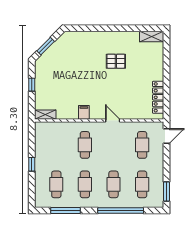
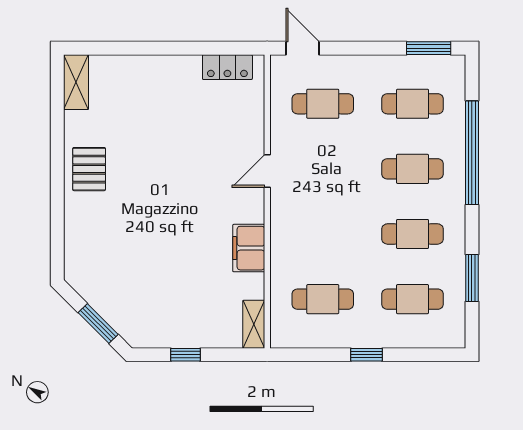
pallet: (116, 61) -> (89, 169), moved
locker: (158, 97) -> (227, 67), width x0.66
filing cabinet: (84, 112) -> (249, 248), width x2.00
cafe table: (85, 145) -> (323, 299), moved
window: (66, 211) -> (472, 278), width x0.69

